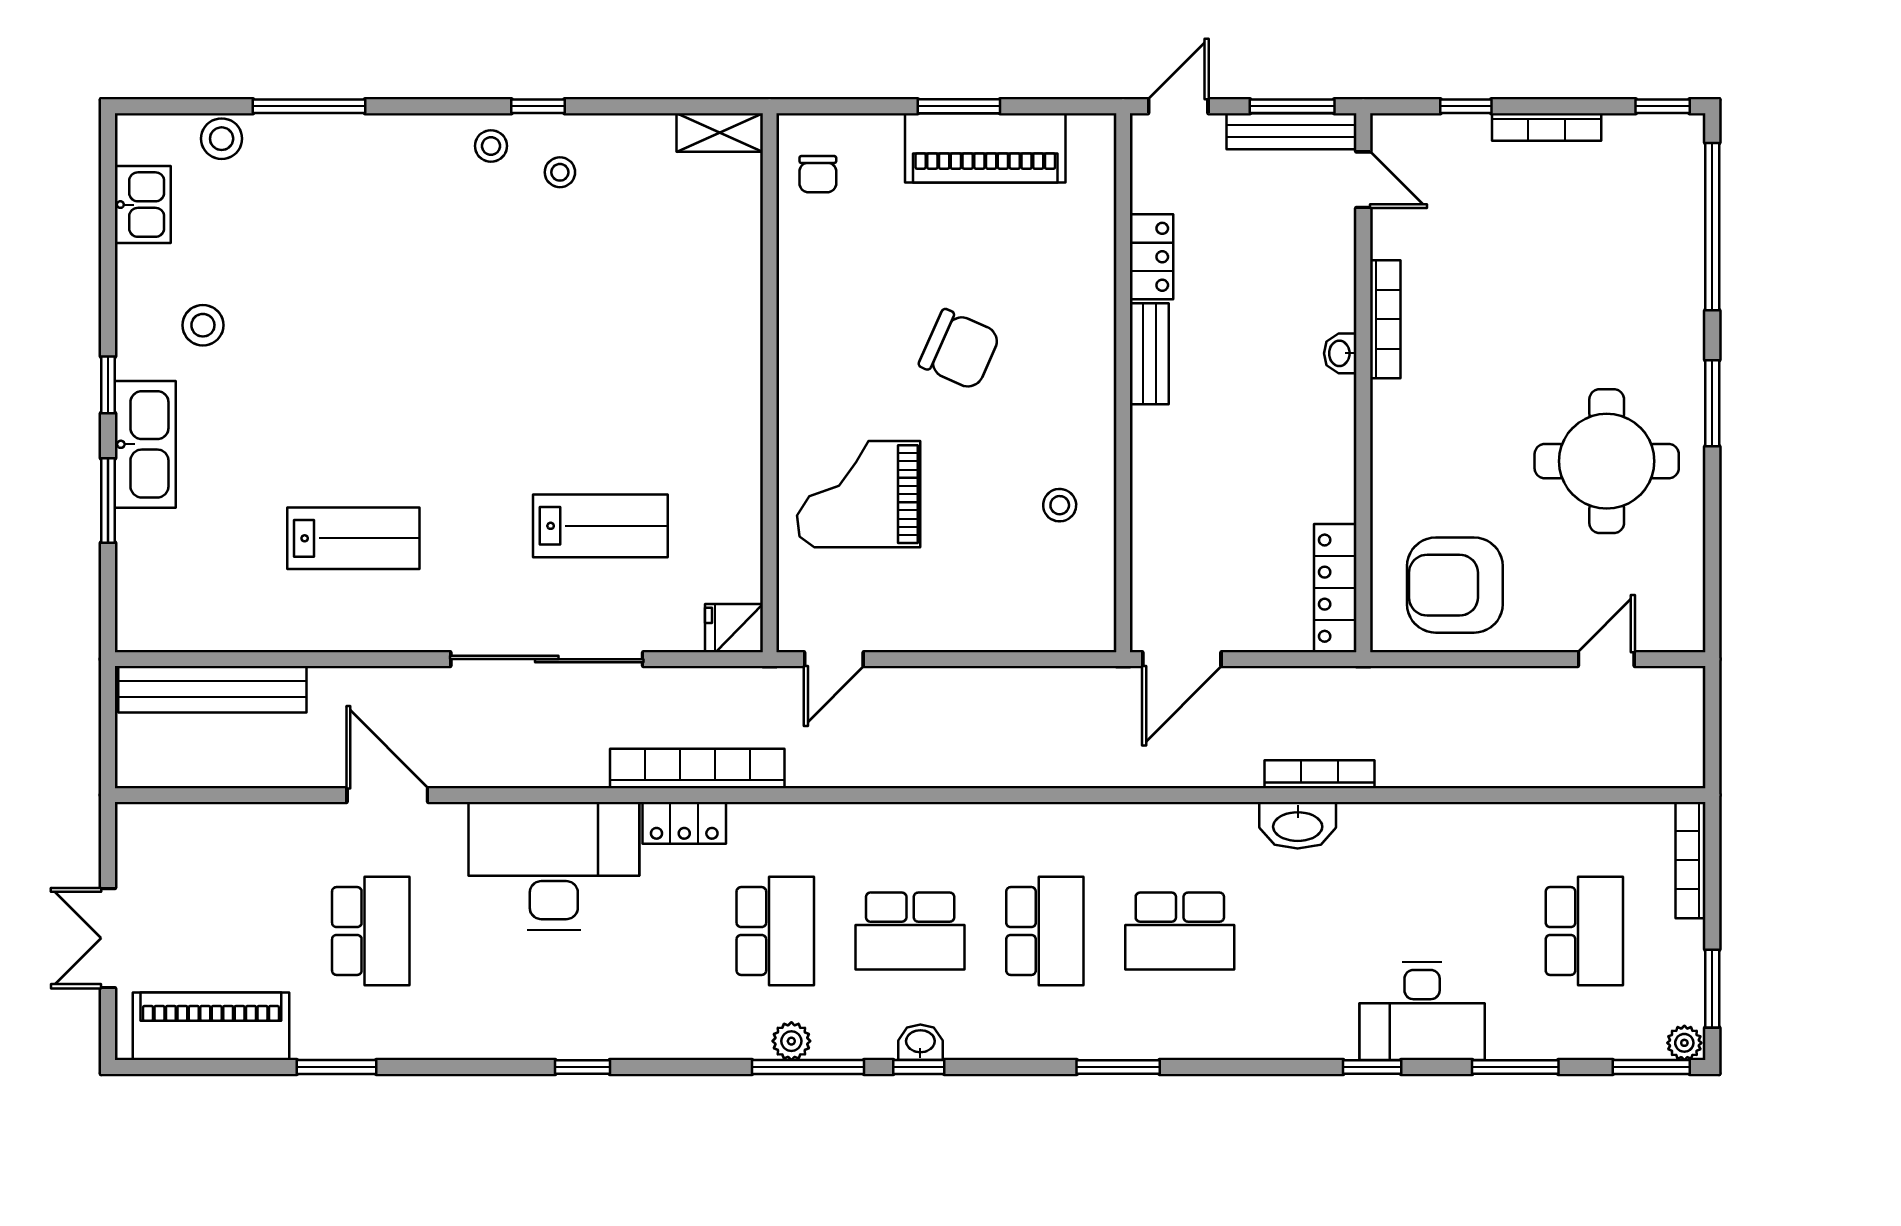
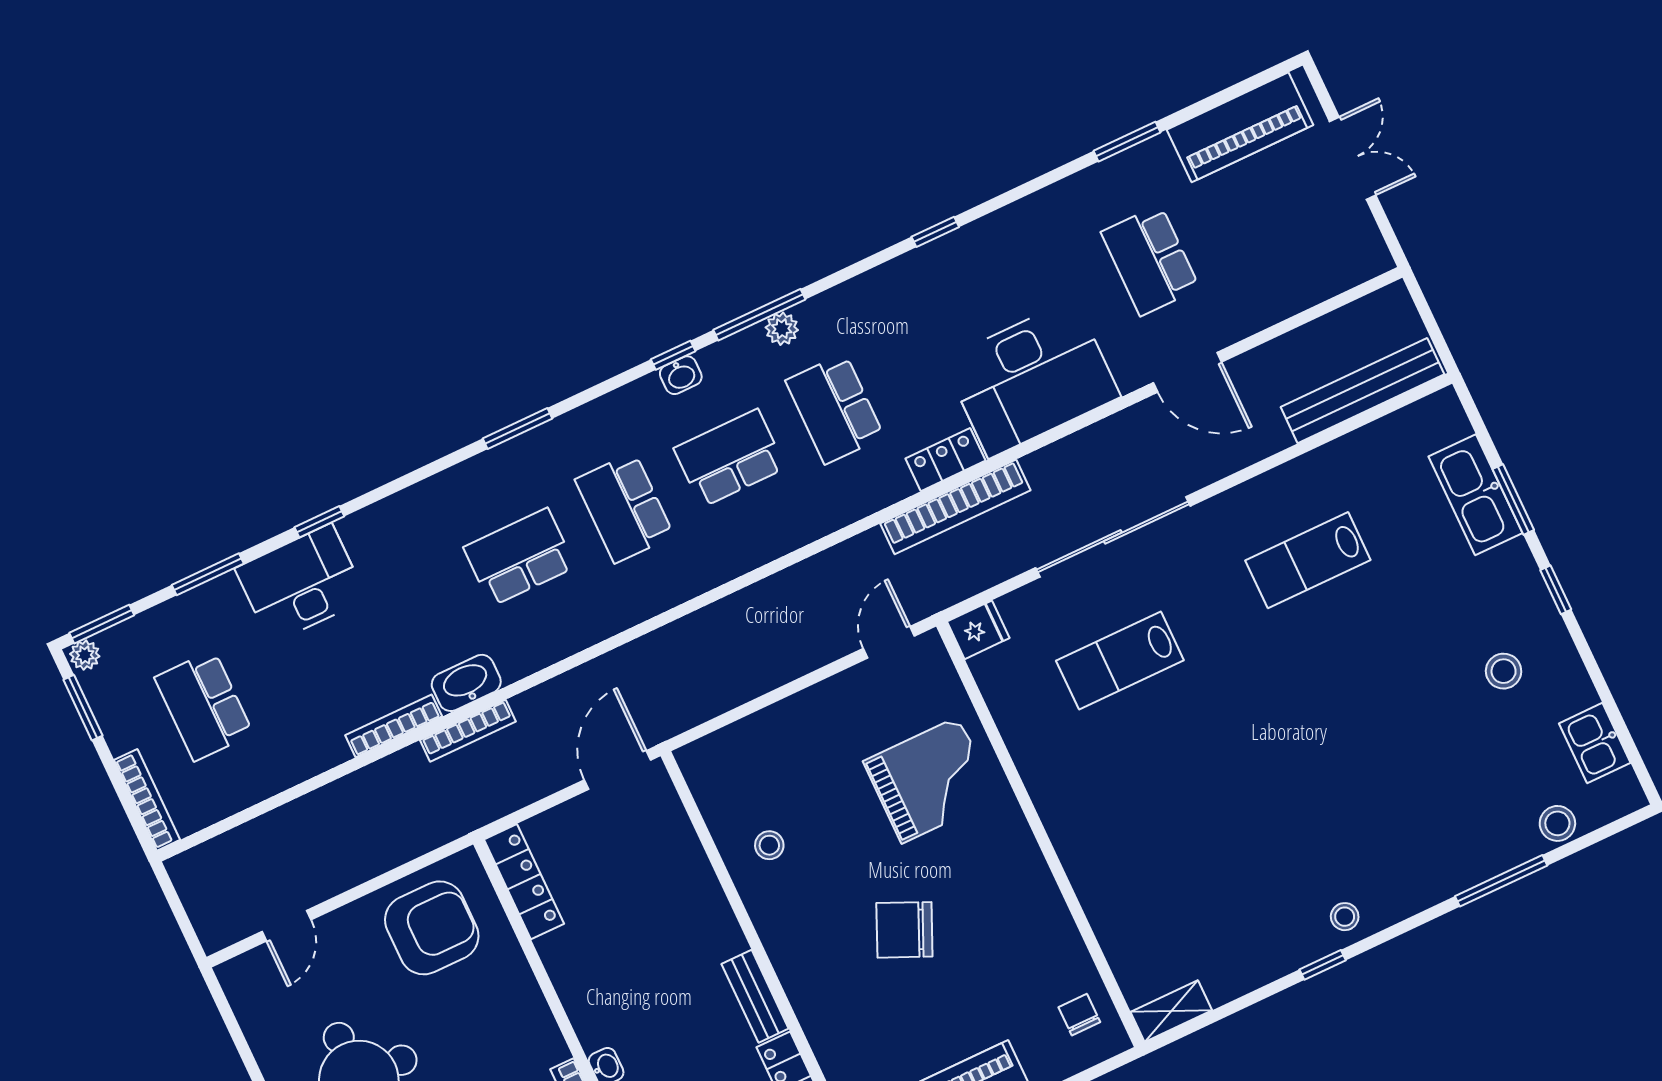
stool: (560, 172) -> (1281, 921), removed
kitchen sink: (145, 444) -> (1475, 495), moved
bookcase: (1395, 816) -> (394, 726), added

